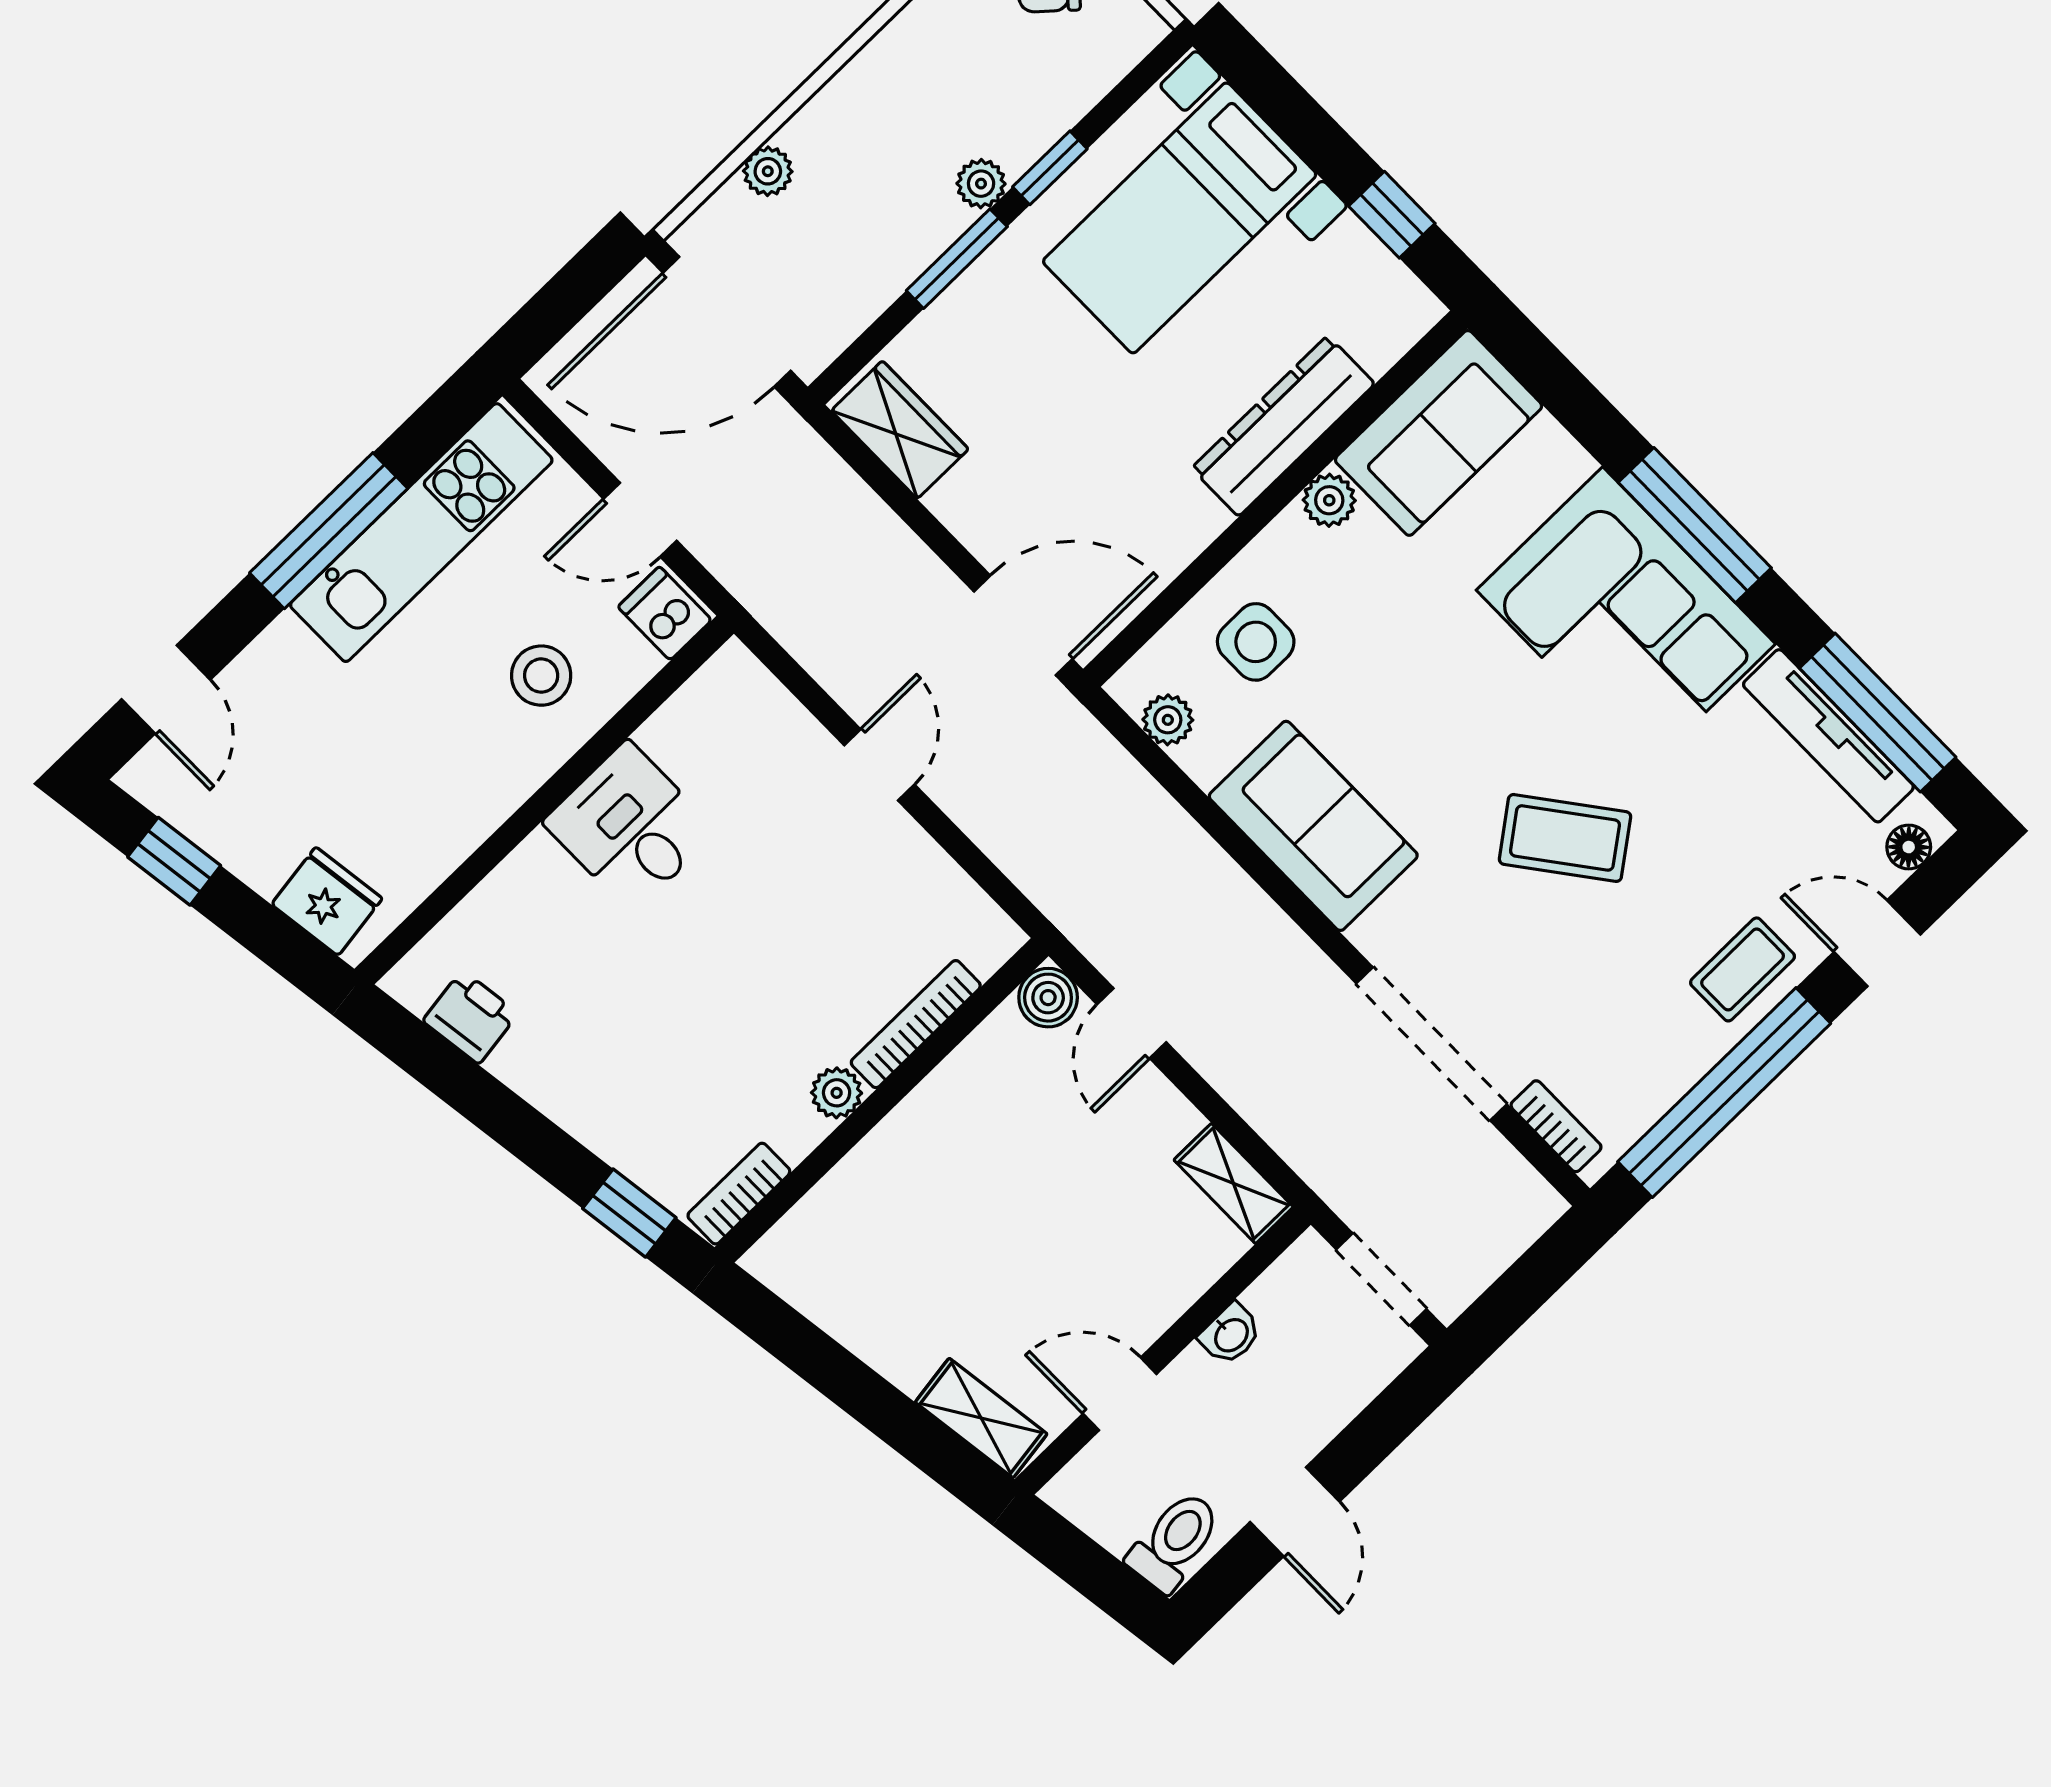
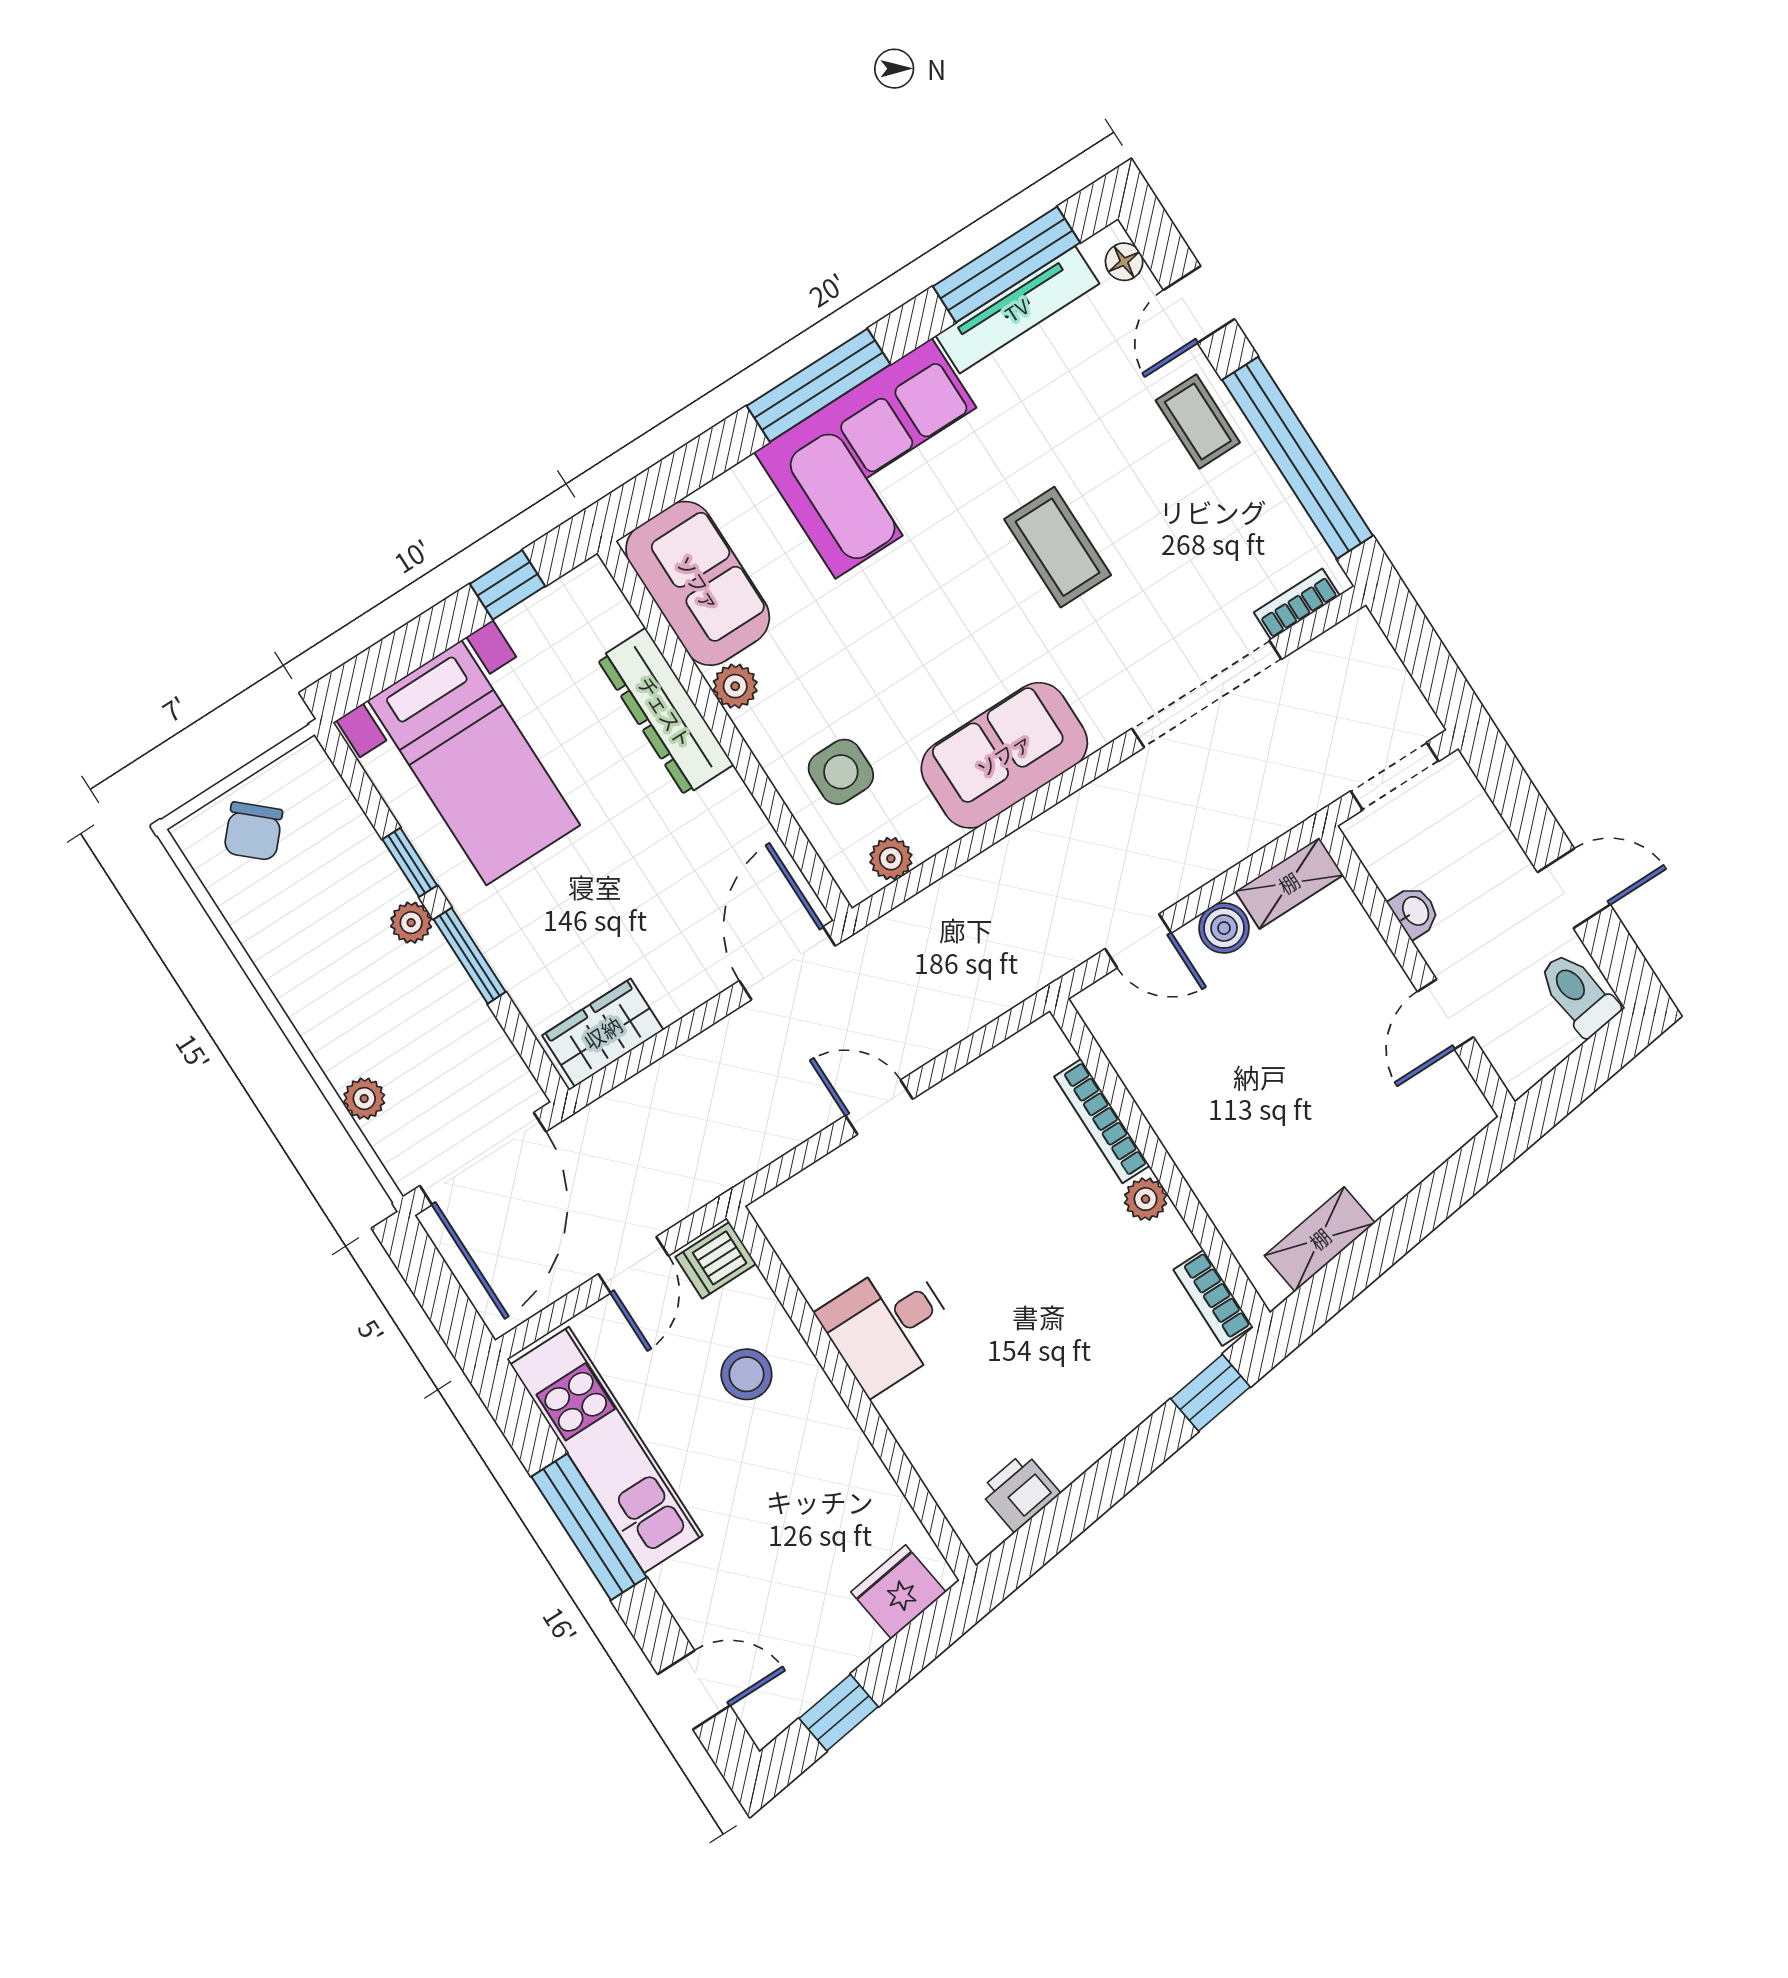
coffee table: (1565, 838) -> (1058, 547), turned -53
boiler: (1048, 998) -> (1224, 928), moved
shelving: (981, 1418) -> (1320, 1239), moved

